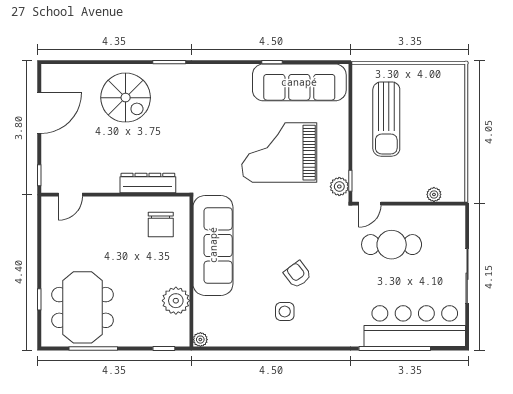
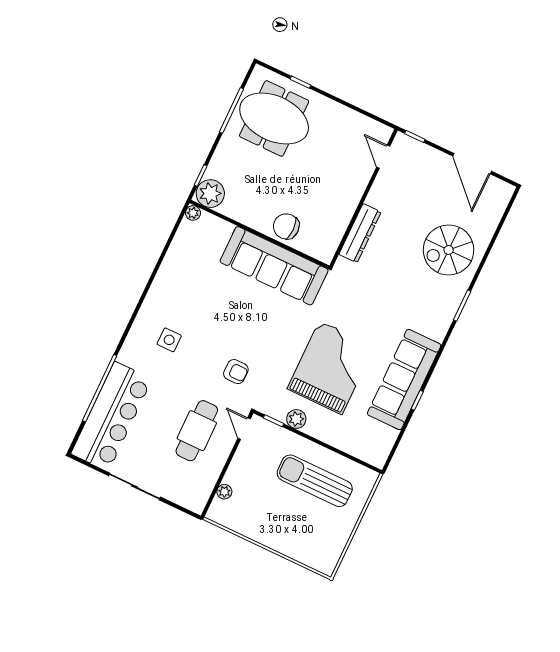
sofa: (299, 82) -> (404, 380), moved
plant: (339, 186) -> (296, 419), moved
chair: (161, 225) -> (286, 226), moved
armchair: (297, 274) -> (236, 372), moved, turned 37
plant: (176, 301) -> (210, 194), moved
side table: (285, 312) -> (169, 340), moved

